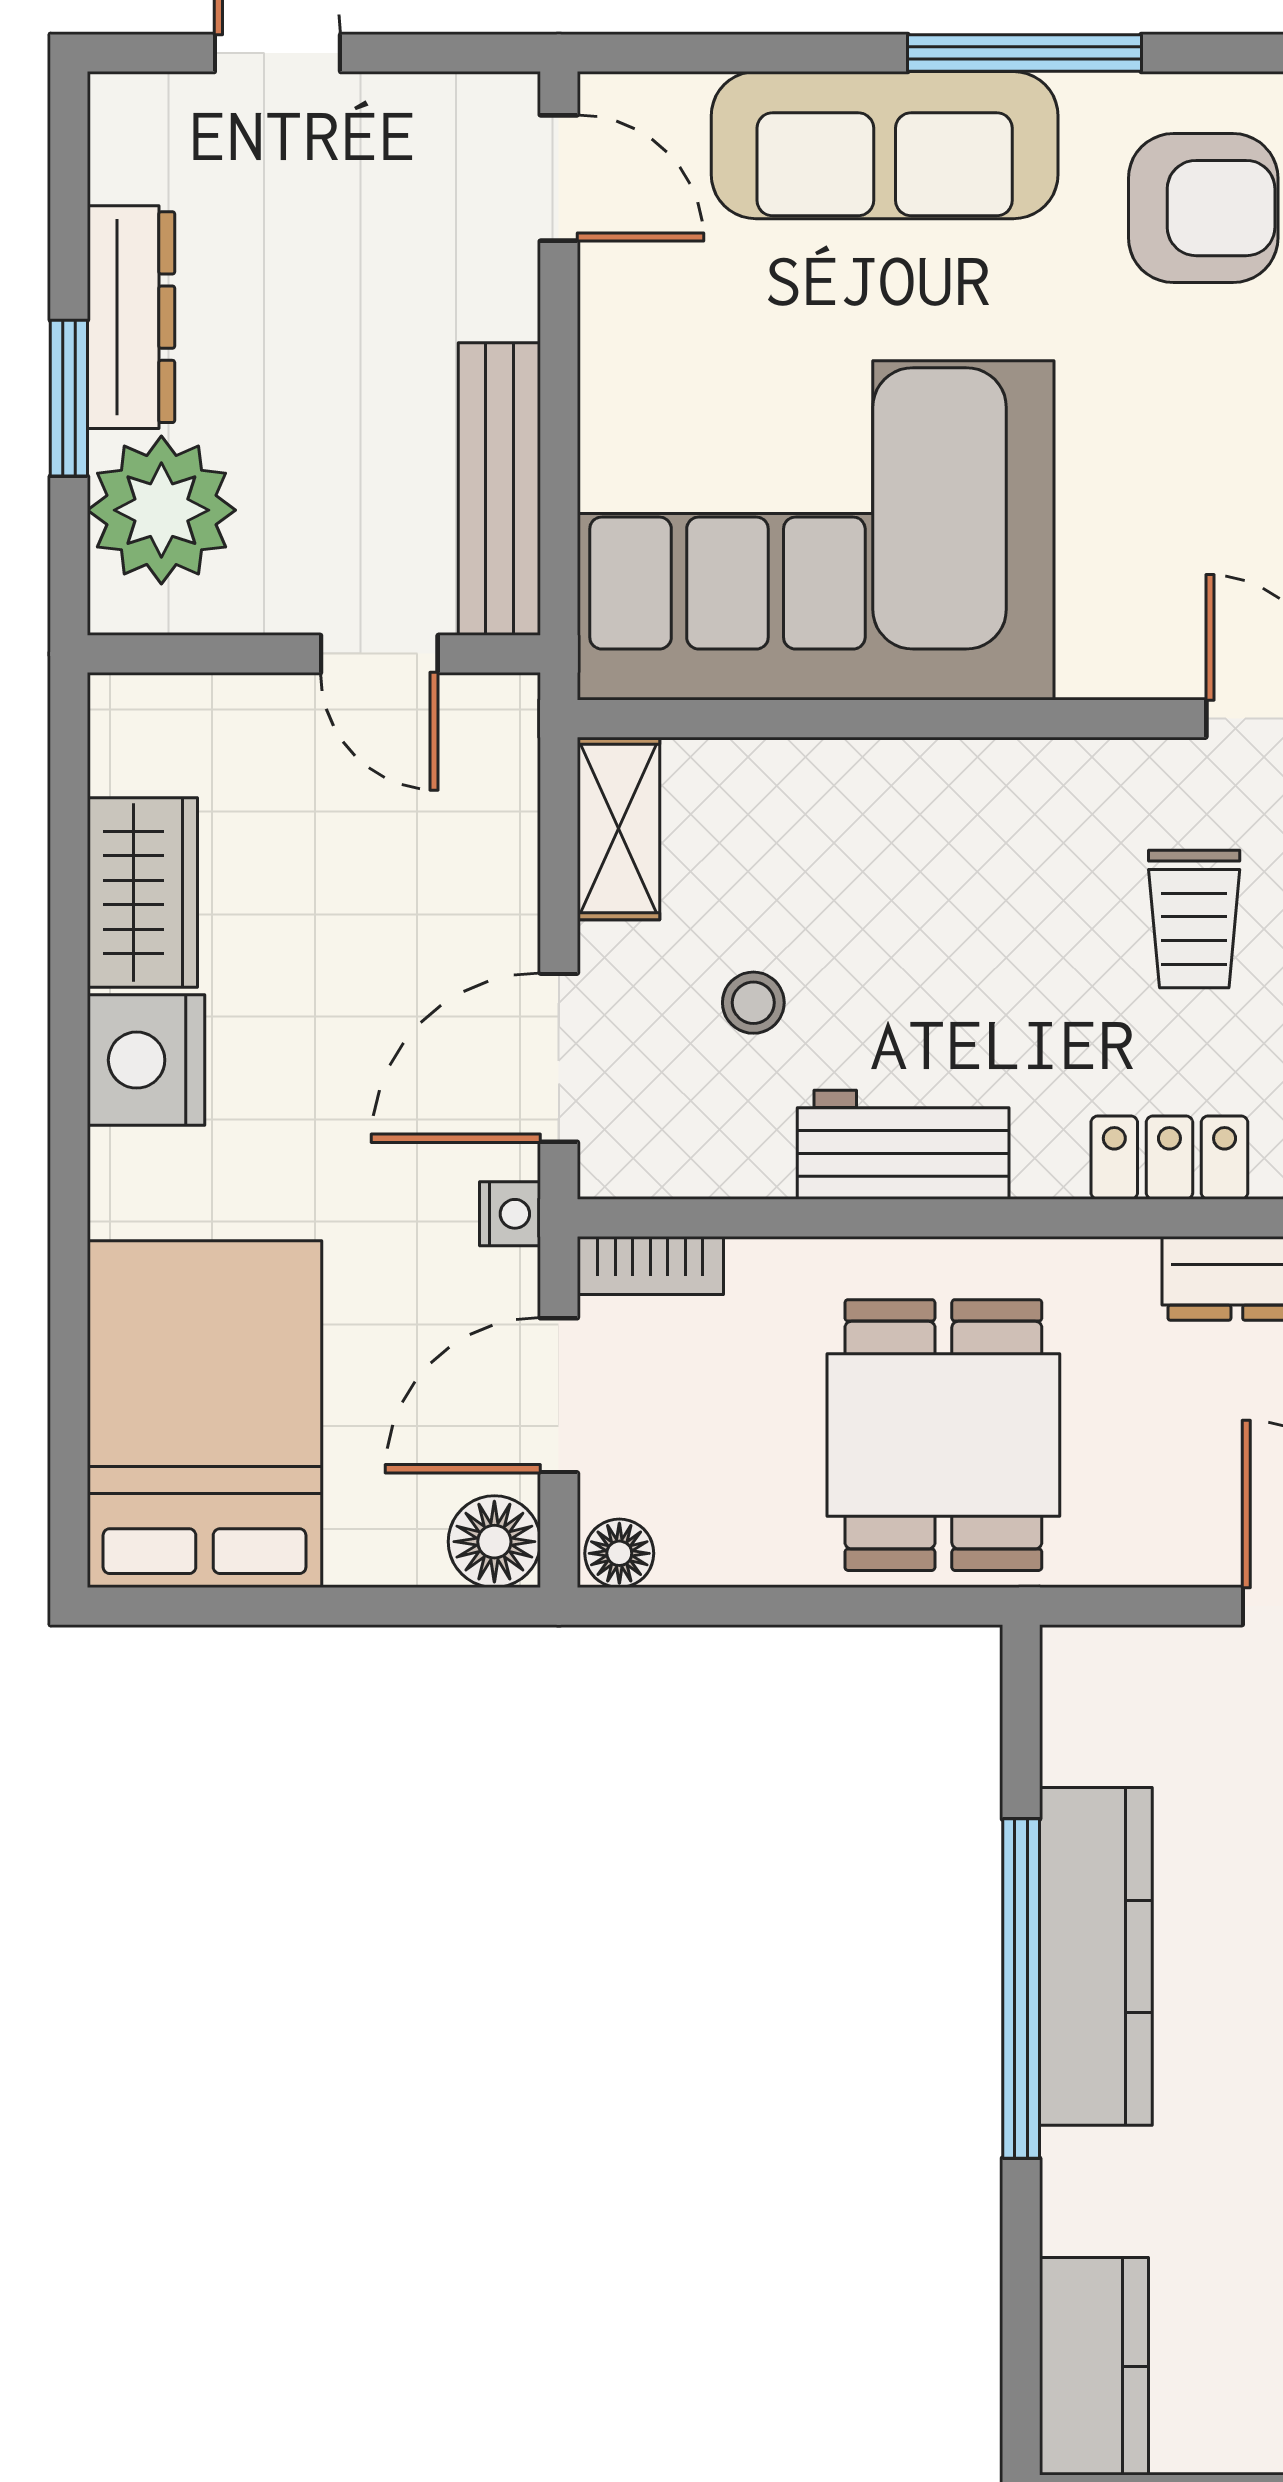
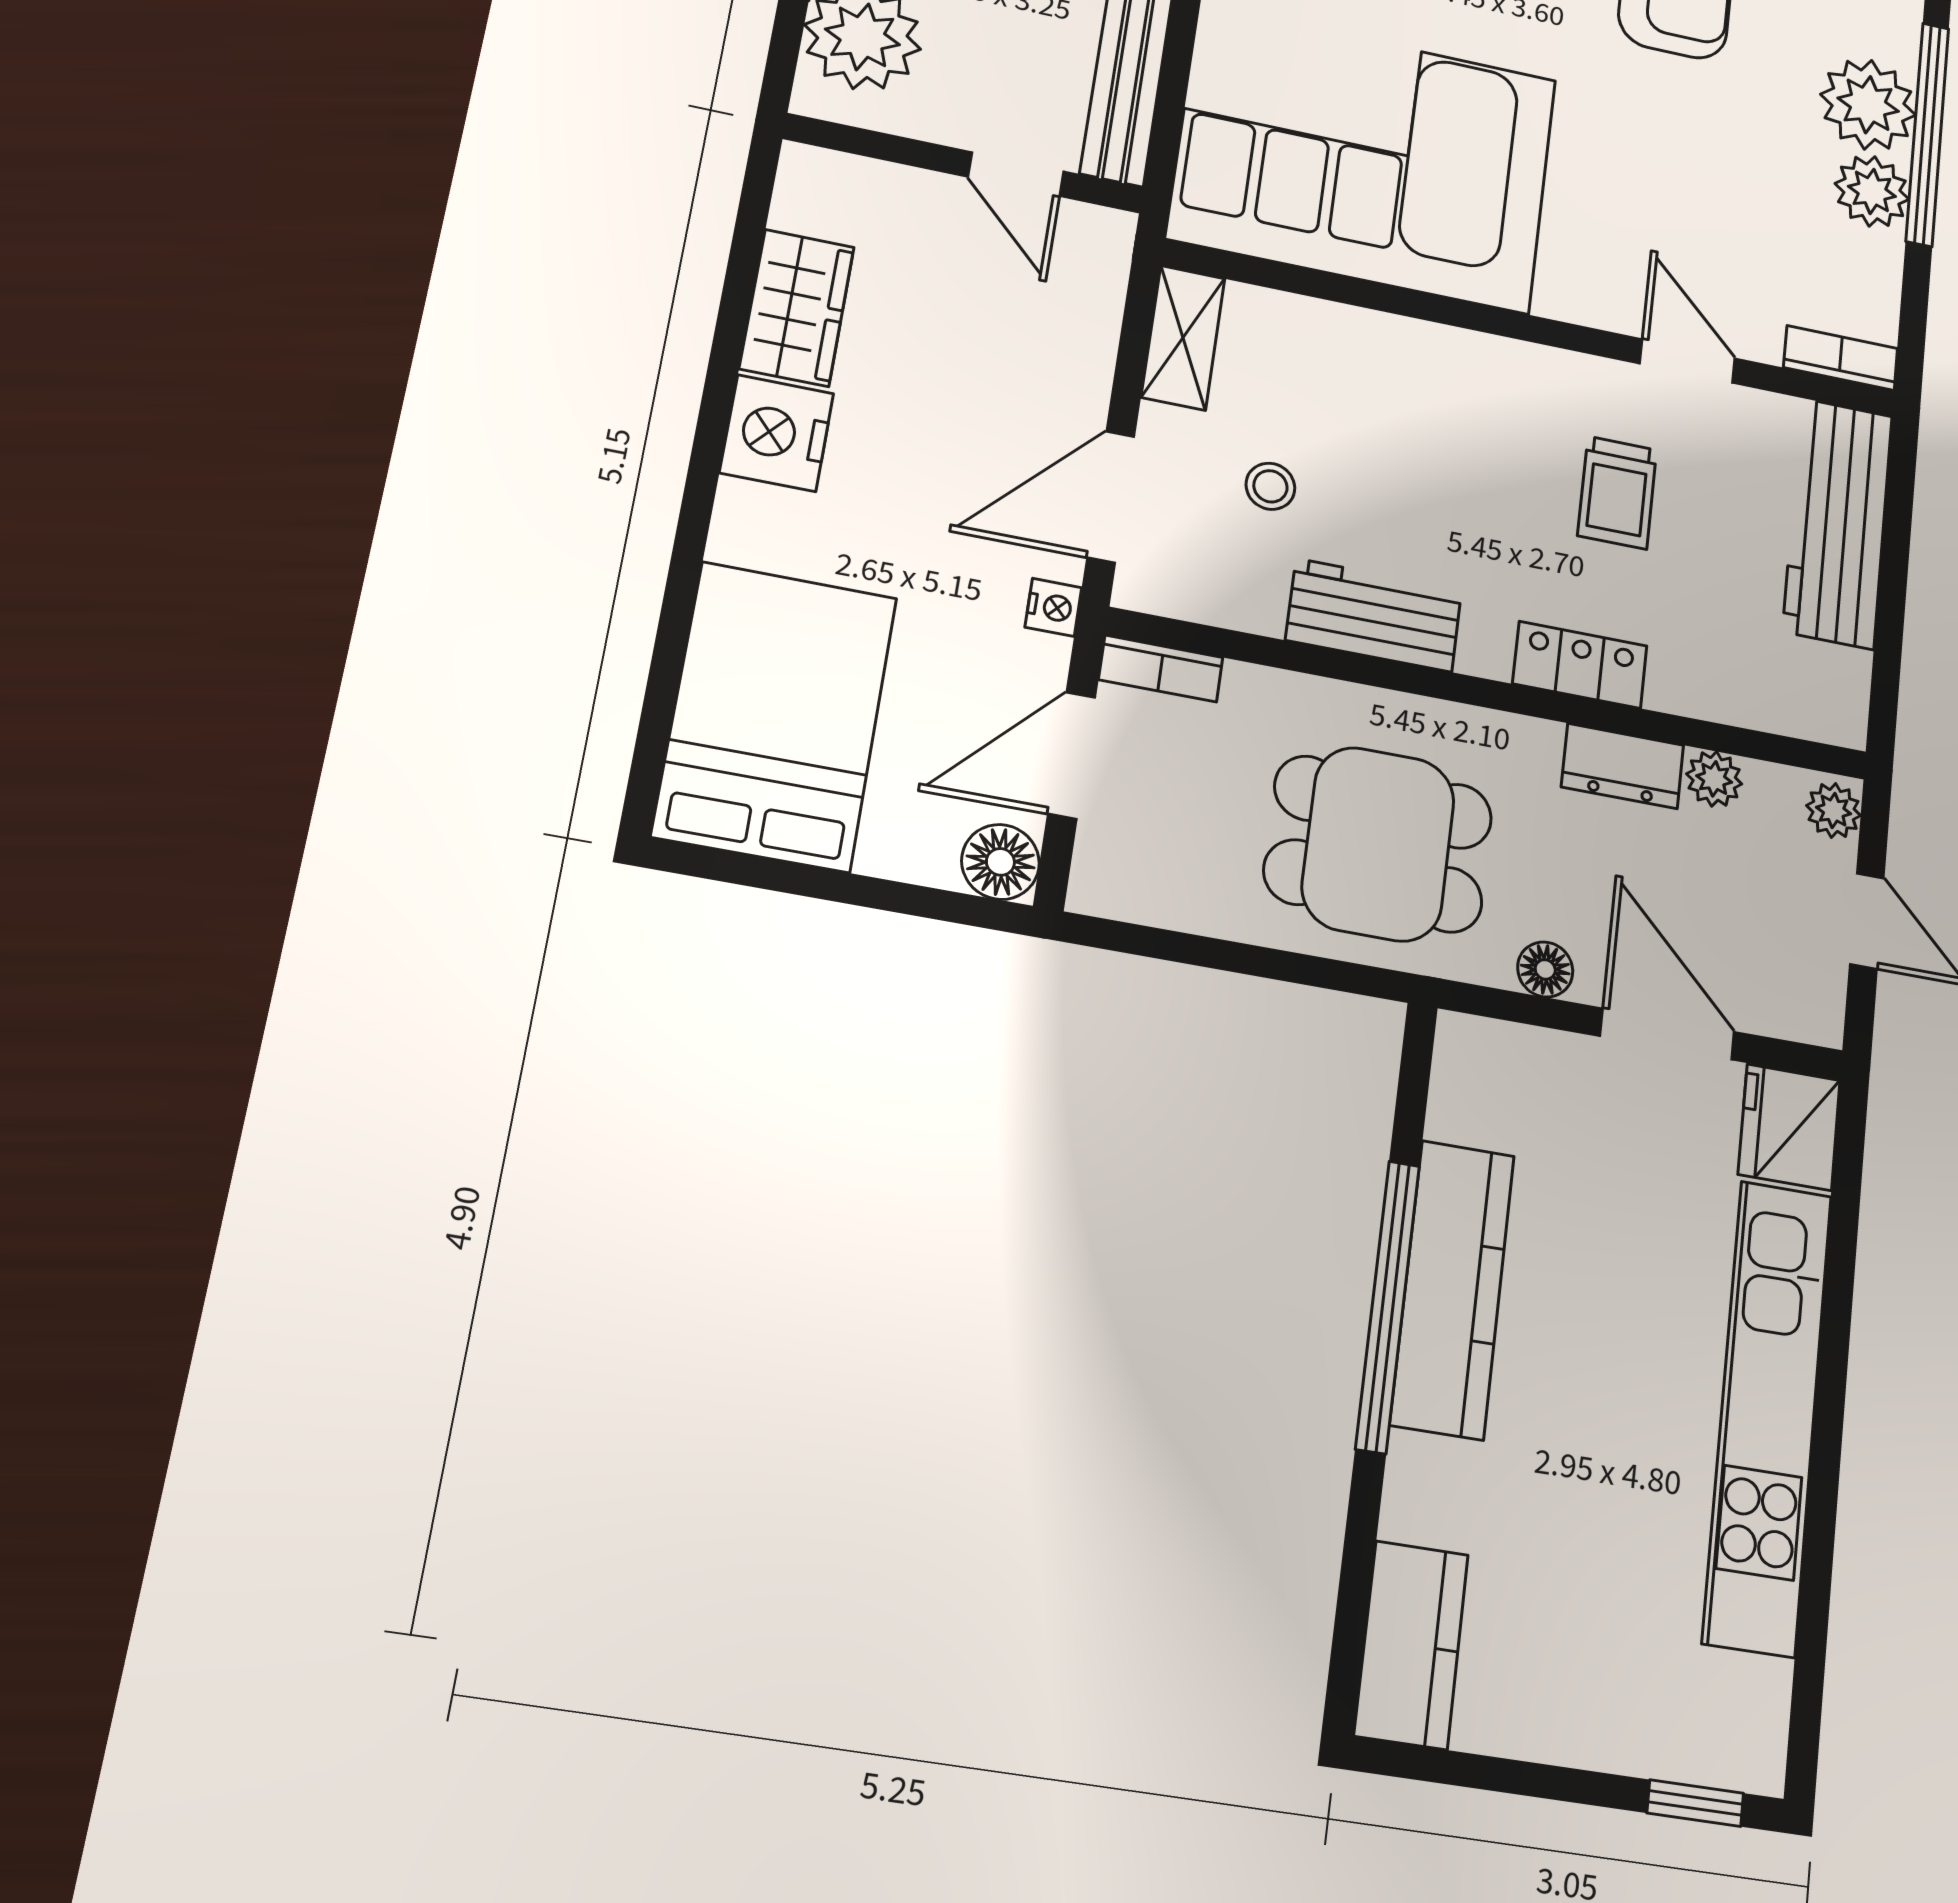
dining table: (943, 1435) -> (1378, 844), turned 90
floor lamp: (619, 1553) -> (1545, 969), moved

